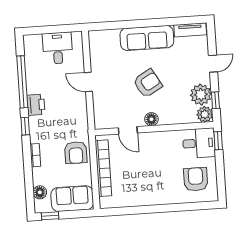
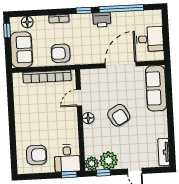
sofa: (147, 38) -> (156, 88), moved
door: (88, 82) -> (121, 65), width x1.87

